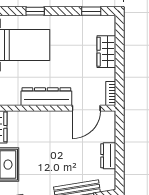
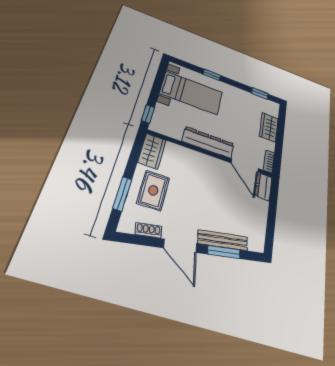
door: (86, 108) -> (245, 166), hinge flipped
dresser: (108, 156) -> (263, 187), moved

